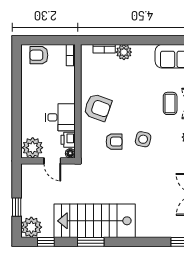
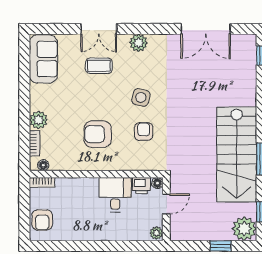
floor lamp: (85, 56) -> (43, 165), added
armchair: (98, 107) -> (98, 134), moved, turned -110
plant: (33, 148) -> (156, 233), width x0.53, depth x0.53

